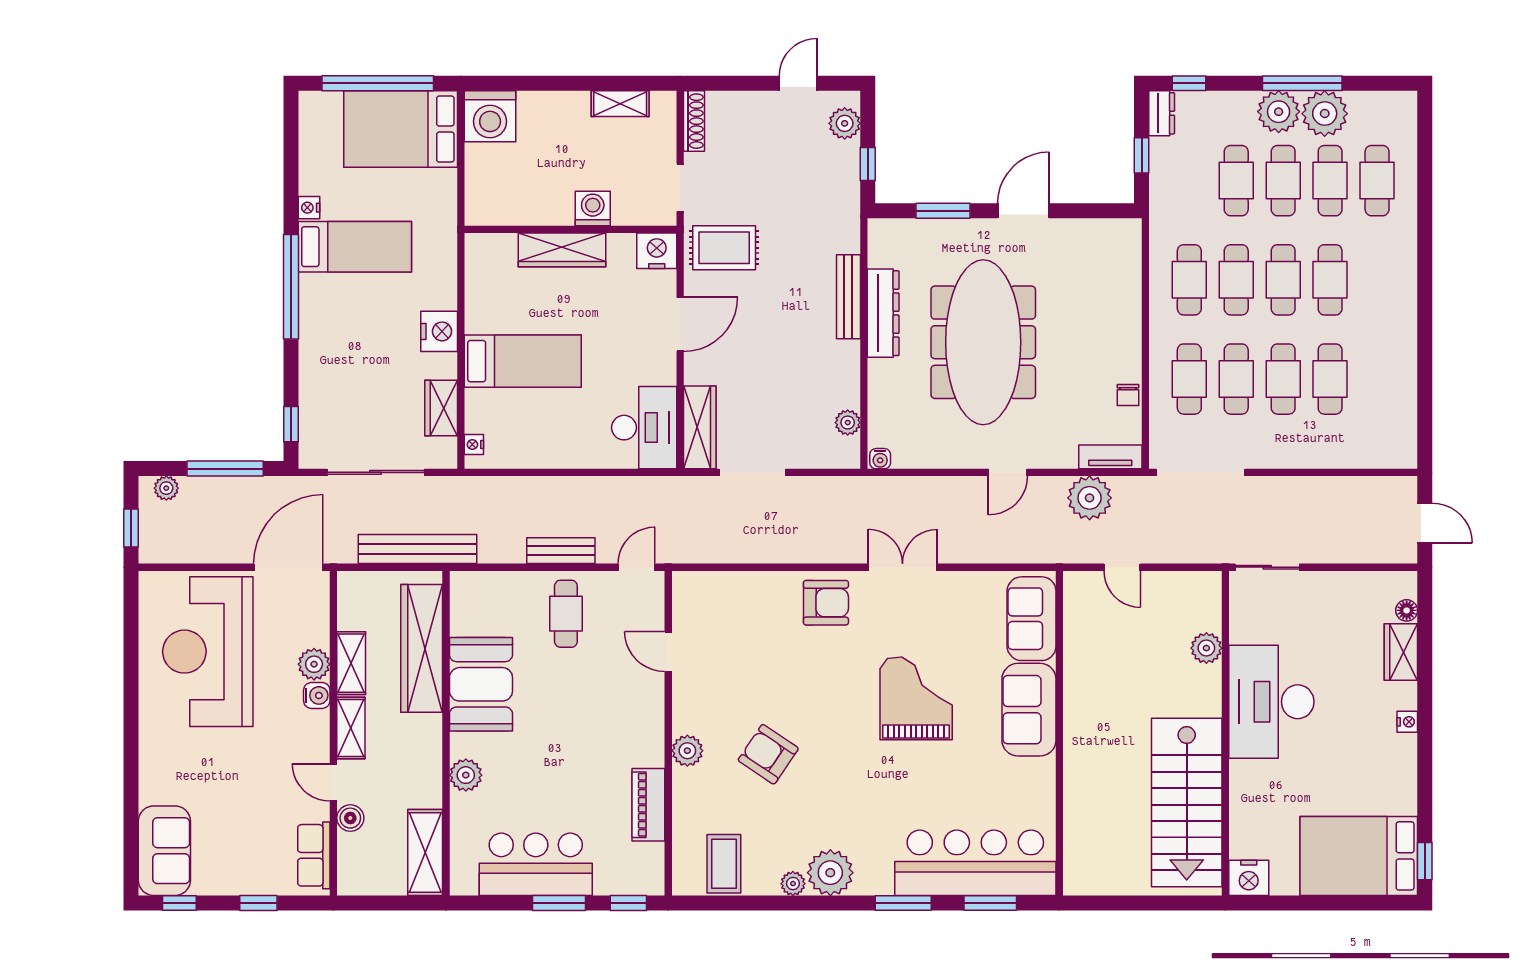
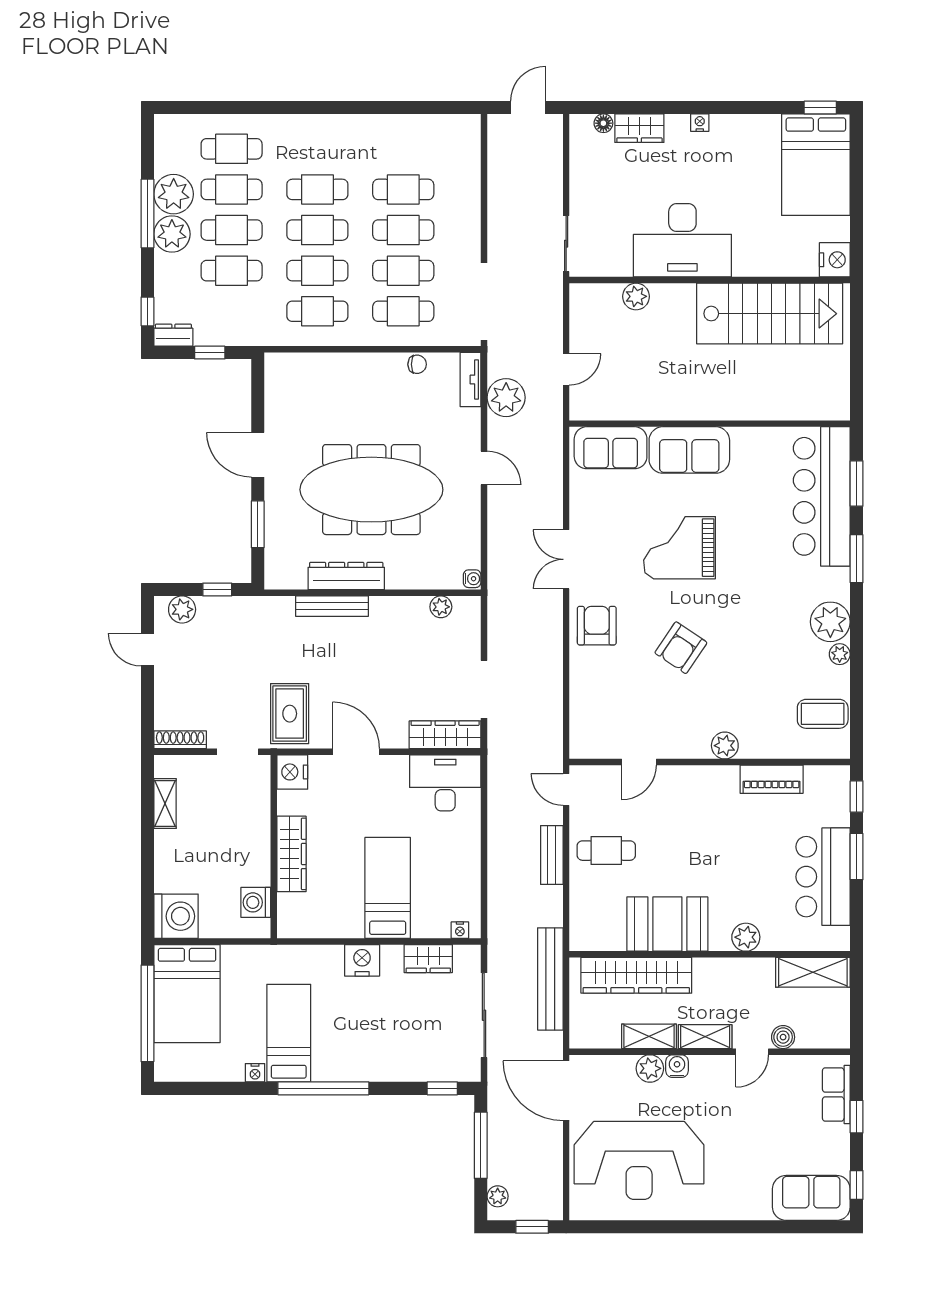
washing machine: (593, 209) -> (256, 902), moved
armchair: (768, 754) -> (681, 648), moved
row of seats: (314, 855) -> (836, 1095), moved, turned 90

